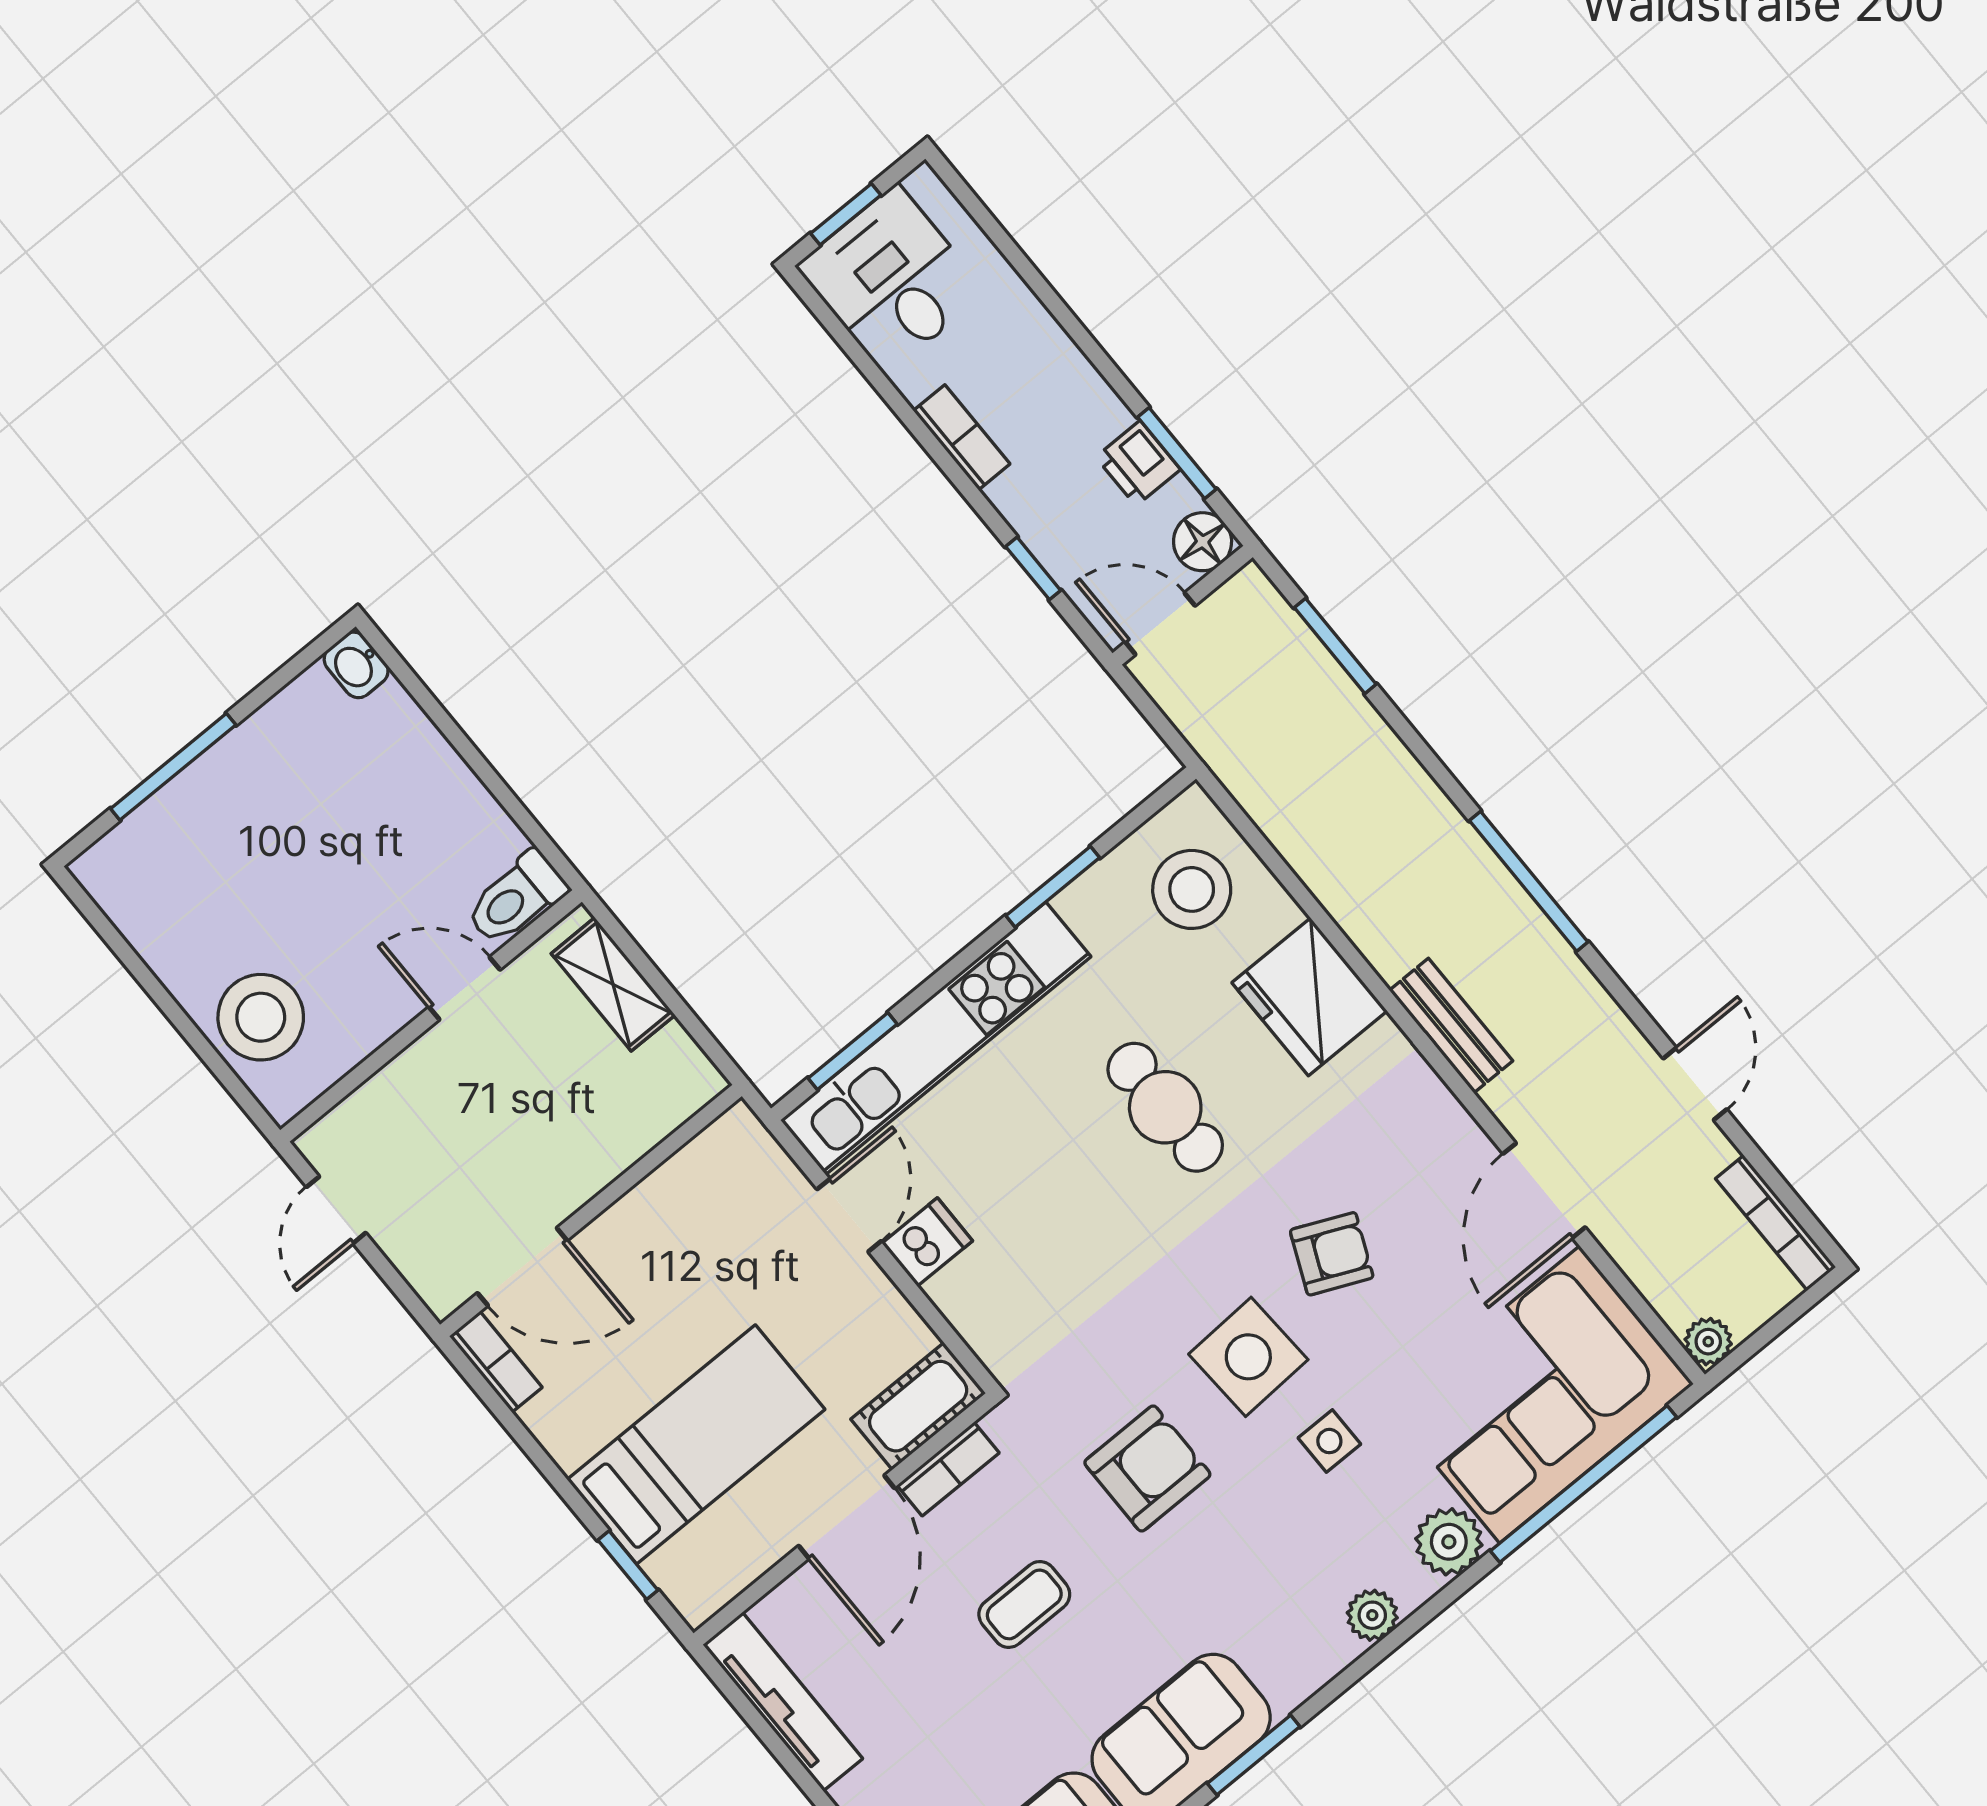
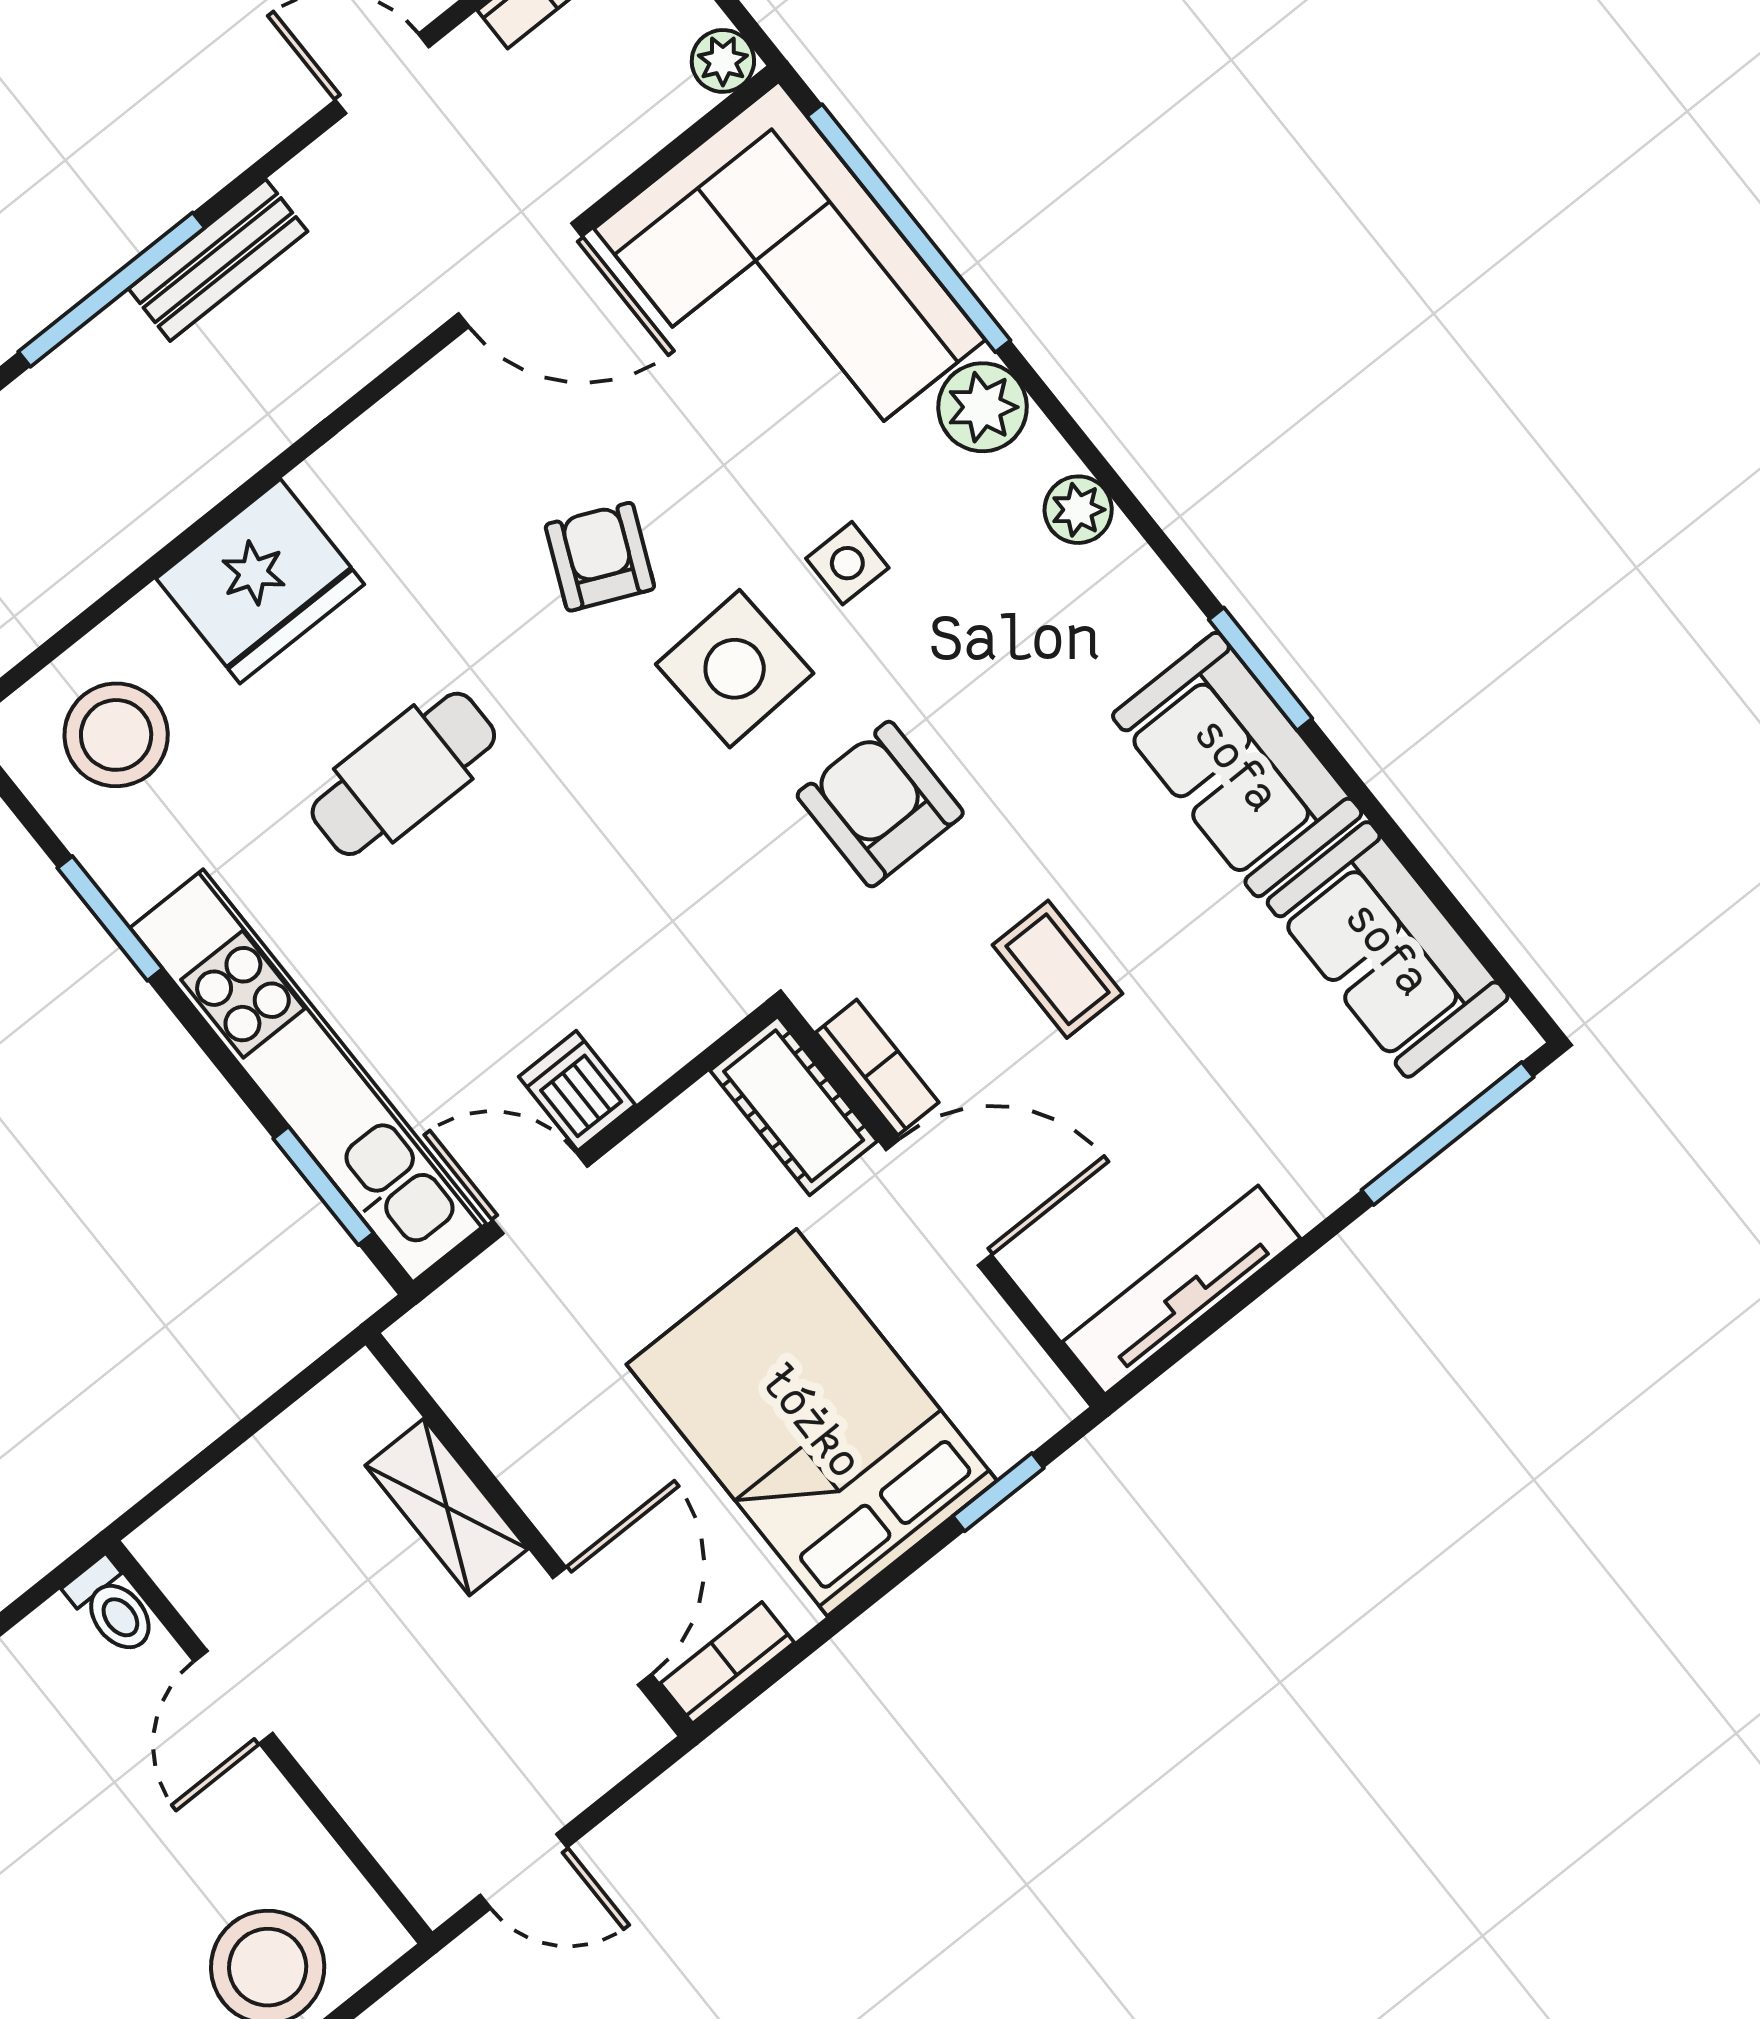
toilet: (516, 898) -> (112, 1607), width x0.73, depth x0.72
shelving: (613, 984) -> (447, 1507), moved, turned 90
bench: (1451, 1026) -> (218, 260), moved
bed: (696, 1444) -> (812, 1422), width x1.50

